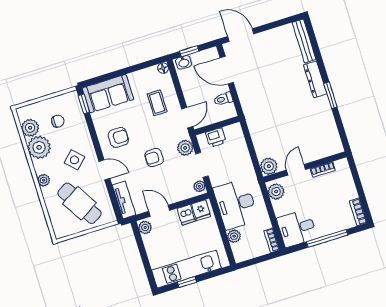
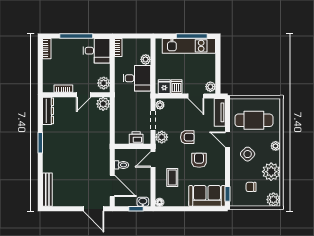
dresser: (315, 79) -> (48, 111), moved
plant: (30, 128) -> (273, 200), moved
armchair: (118, 137) -> (199, 160), moved, turned 90
cafe table: (80, 203) -> (254, 120), turned -59
desk: (236, 204) -> (137, 78), width x0.73
window: (187, 282) -> (192, 36), width x2.17

